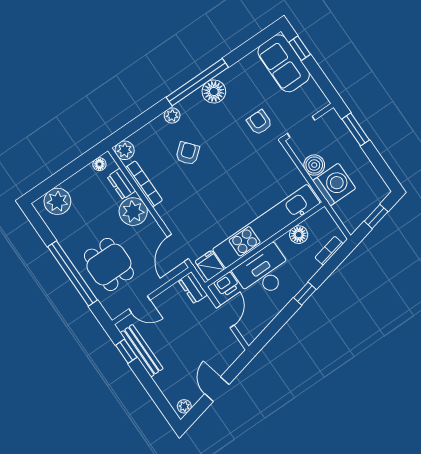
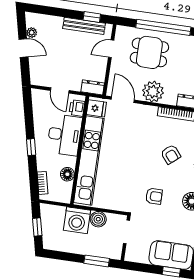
armchair: (259, 122) -> (154, 196), moved
plant: (133, 212) -> (153, 92), moved
plant: (184, 406) -> (32, 33), moved

